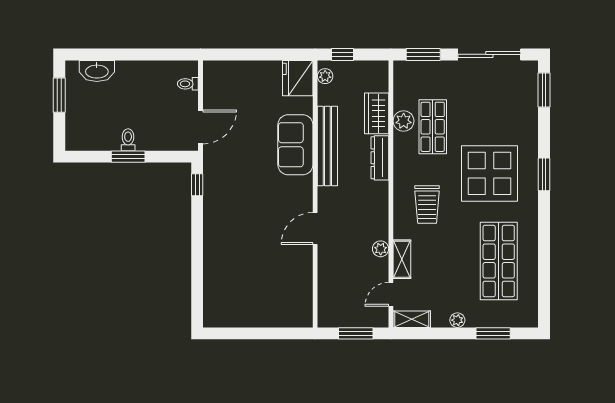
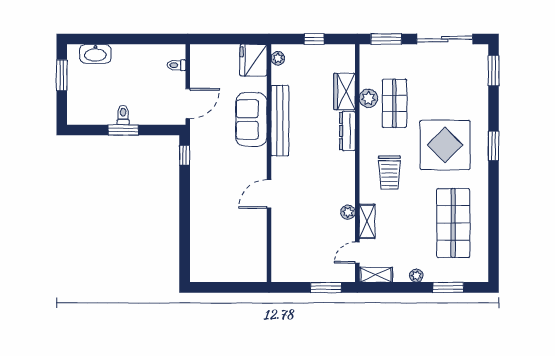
plant: (325, 76) -> (278, 58), moved
fridge: (298, 78) -> (253, 60), moved
sofa: (295, 145) -> (251, 119), moved
bench: (327, 146) -> (280, 121), moved
wall: (315, 194) -> (269, 163), moved
door: (315, 228) -> (269, 194), moved

